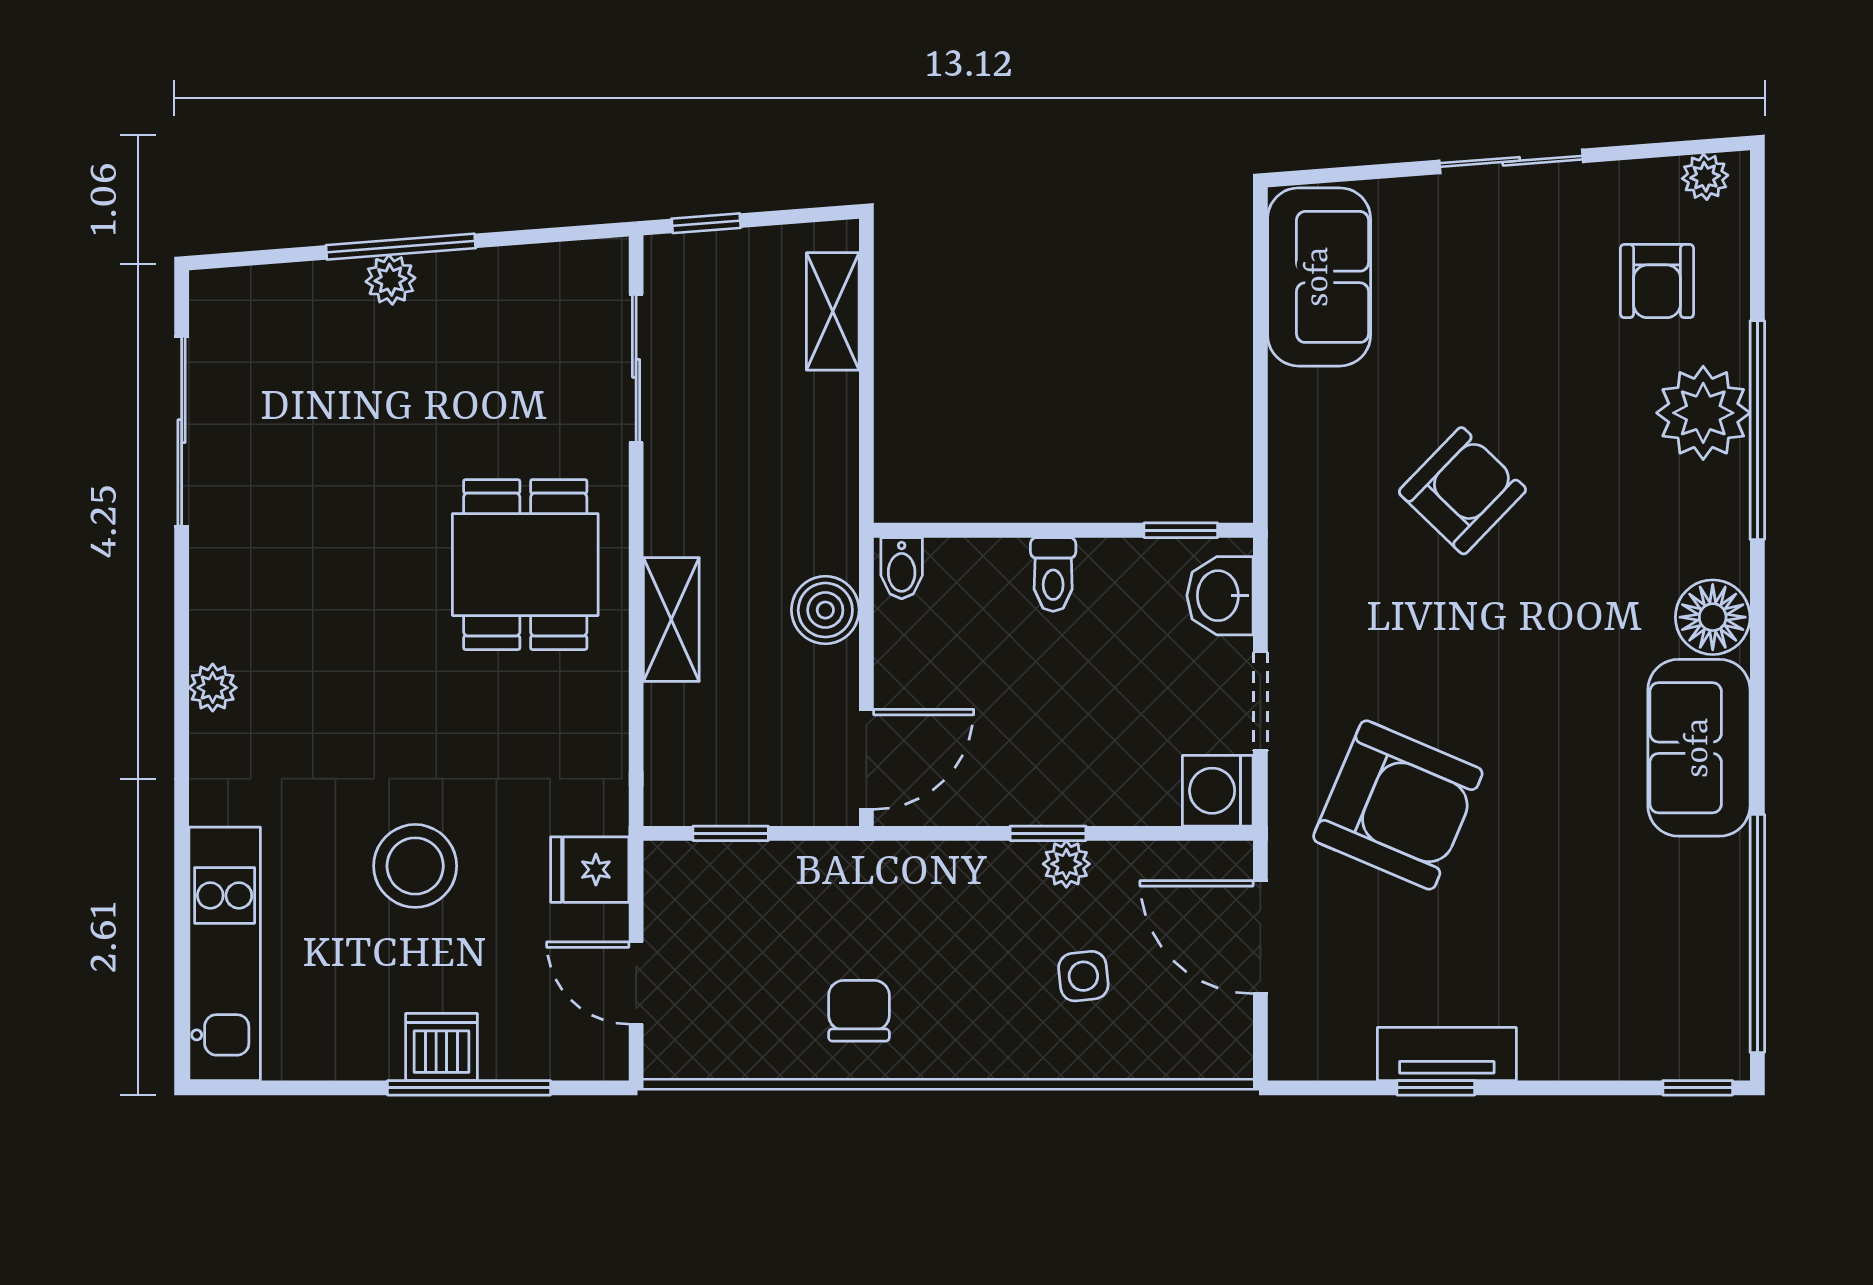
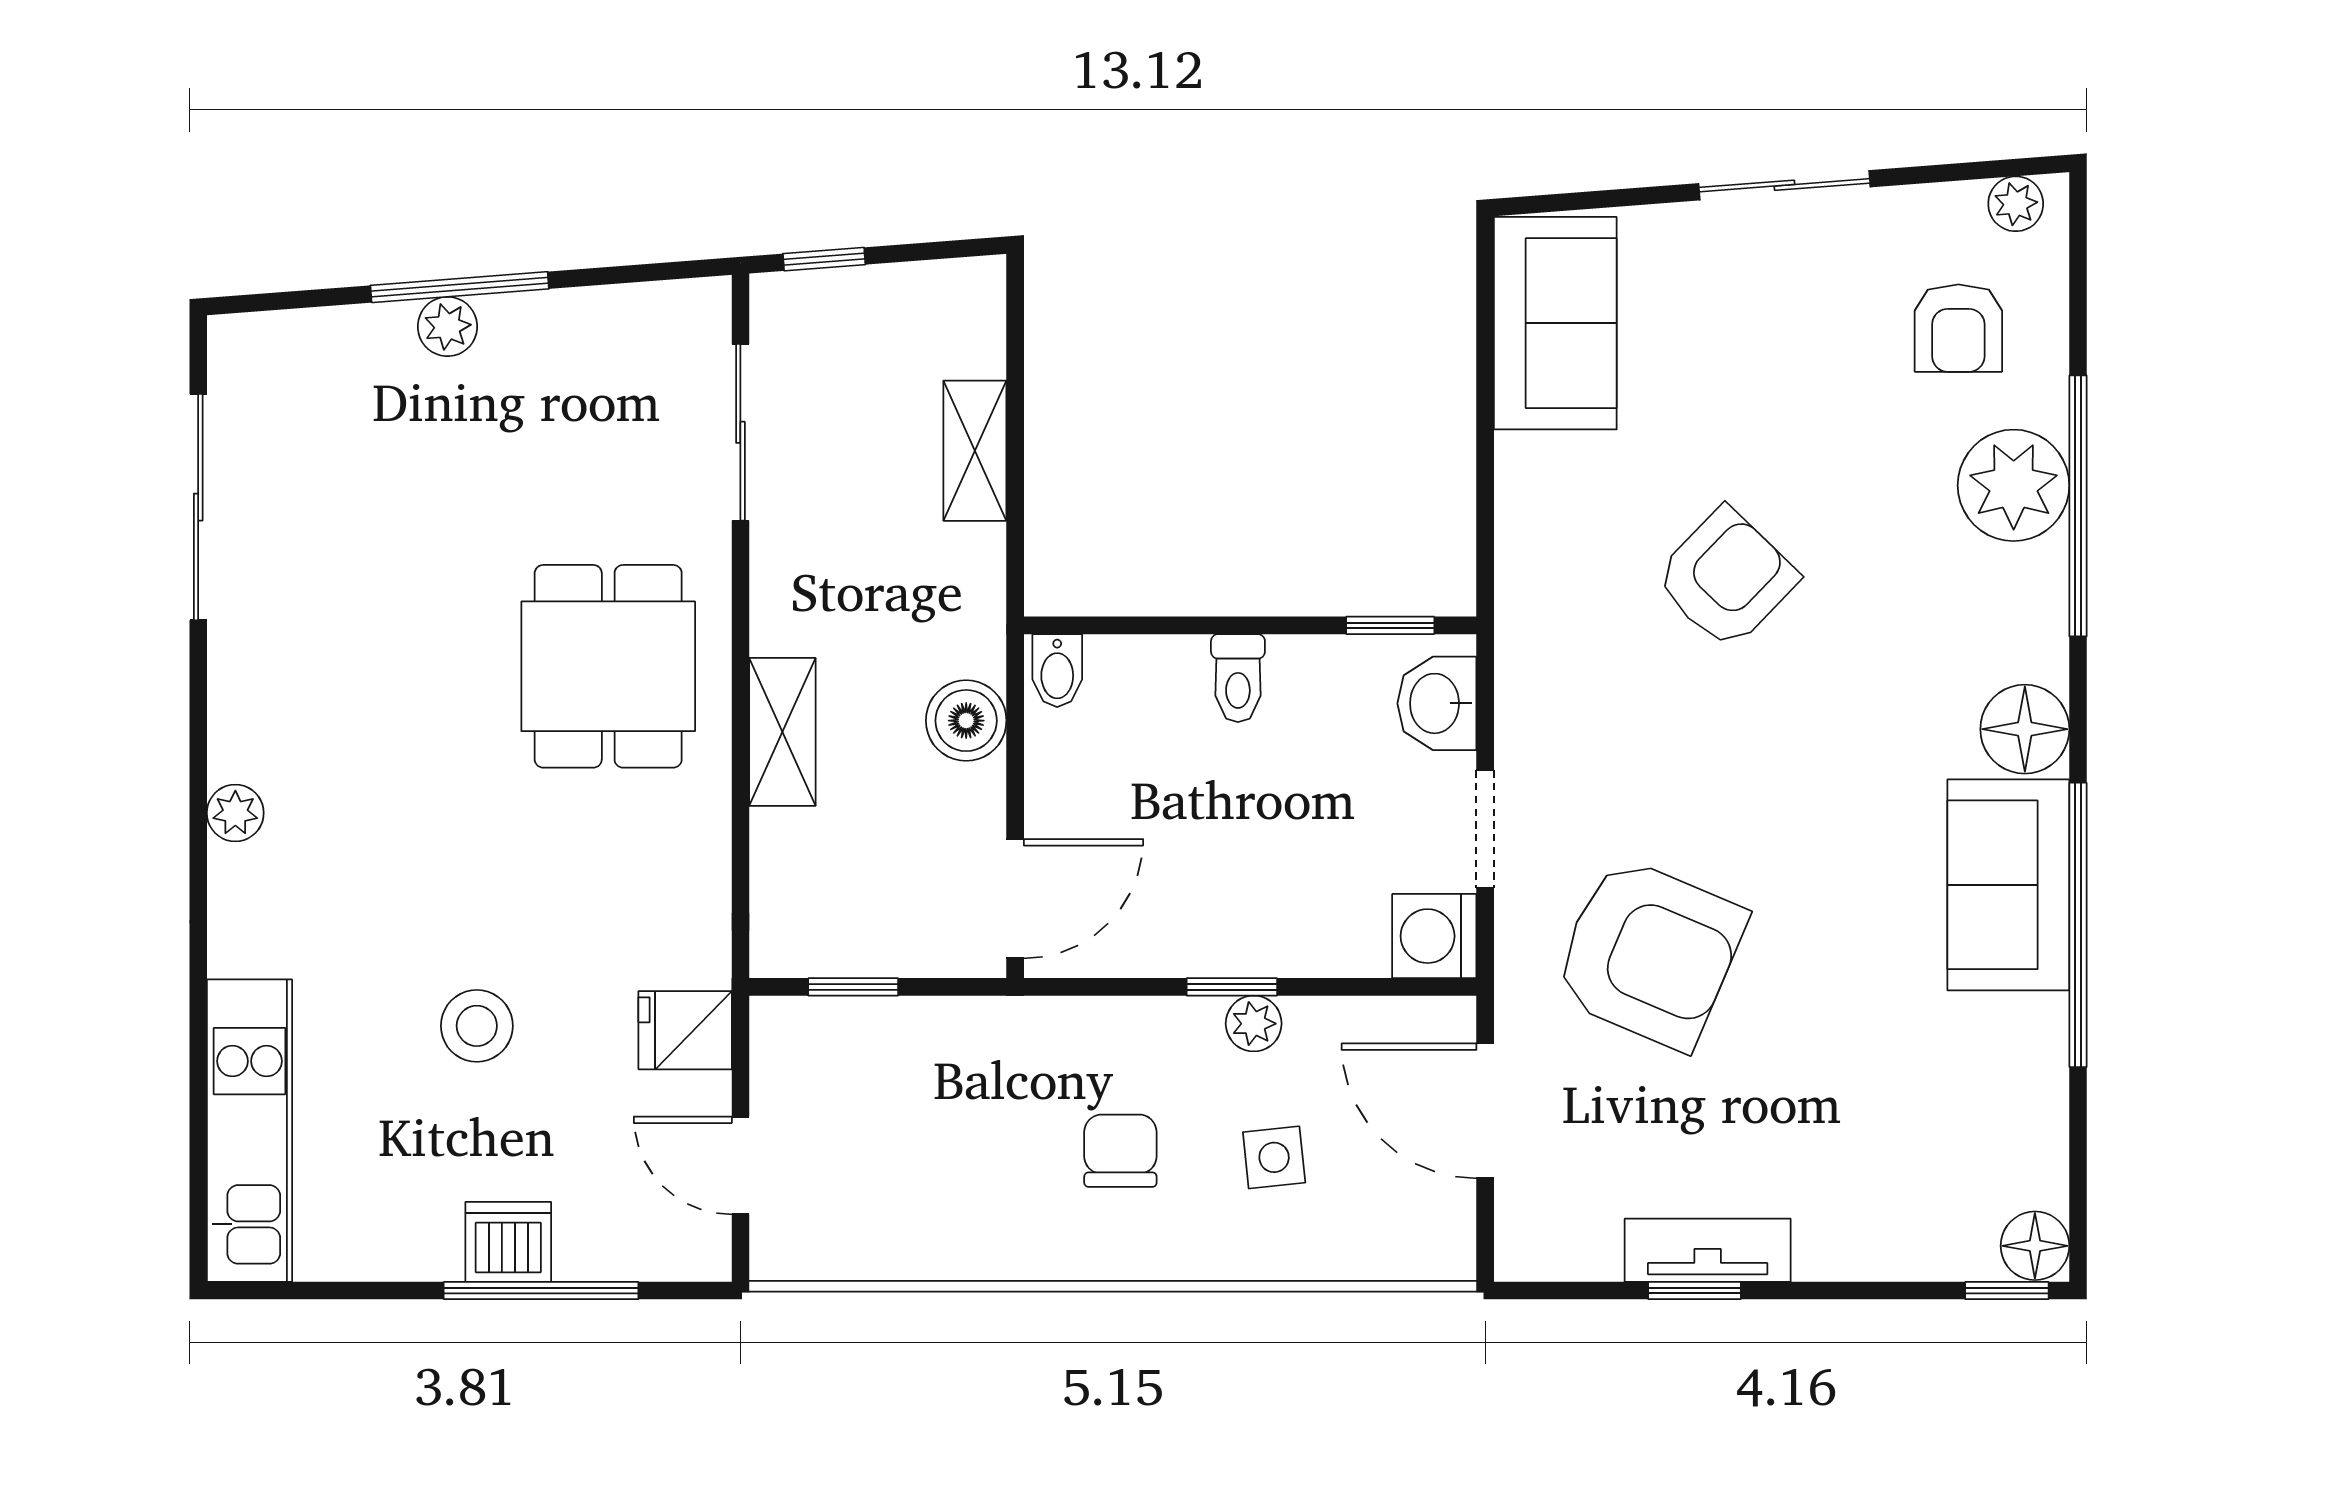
shelving: (833, 311) -> (975, 451), moved
stool: (415, 866) -> (477, 1026), width x0.73, depth x0.73
window: (1757, 933) -> (2078, 925), moved
chair: (859, 1011) -> (1120, 1151), moved
floor lamp: (1721, 1050) -> (2035, 1246), added

